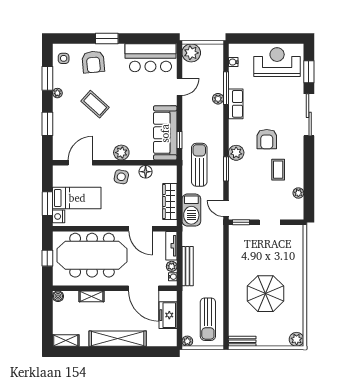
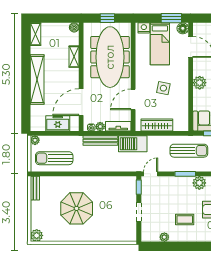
floor lamp: (146, 172) -> (183, 28), moved
side table: (121, 177) -> (163, 88), moved
window: (47, 204) -> (171, 18), moved
barbecue: (191, 210) -> (133, 144), moved

